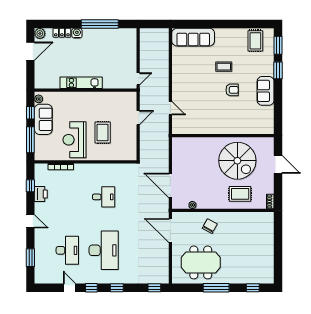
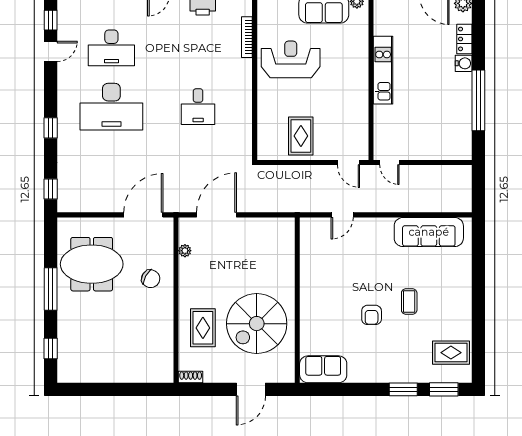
sofa: (193, 37) -> (429, 232), moved, turned -90
sofa: (266, 91) -> (323, 369), moved
door: (138, 118) -> (348, 162), moved
rug: (103, 133) -> (301, 136), moved, turned 90
meeting table: (201, 262) -> (92, 264), turned 90
window: (91, 288) -> (51, 20), moved

